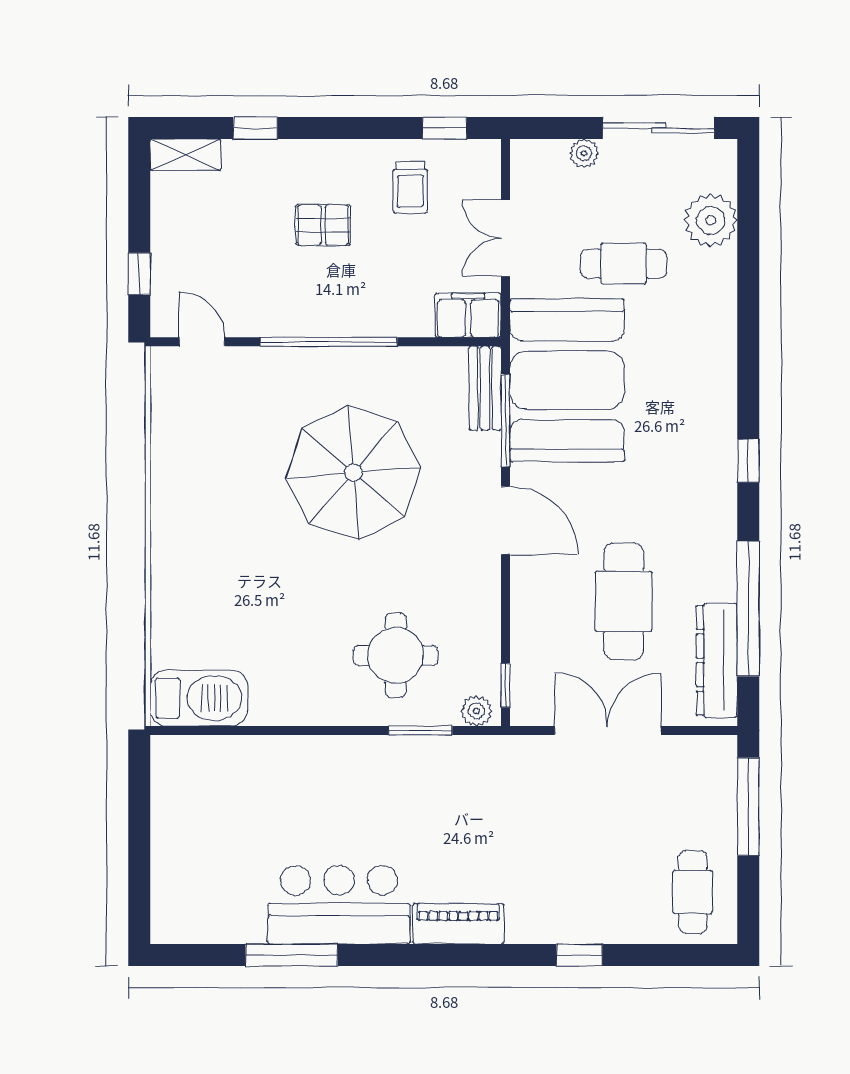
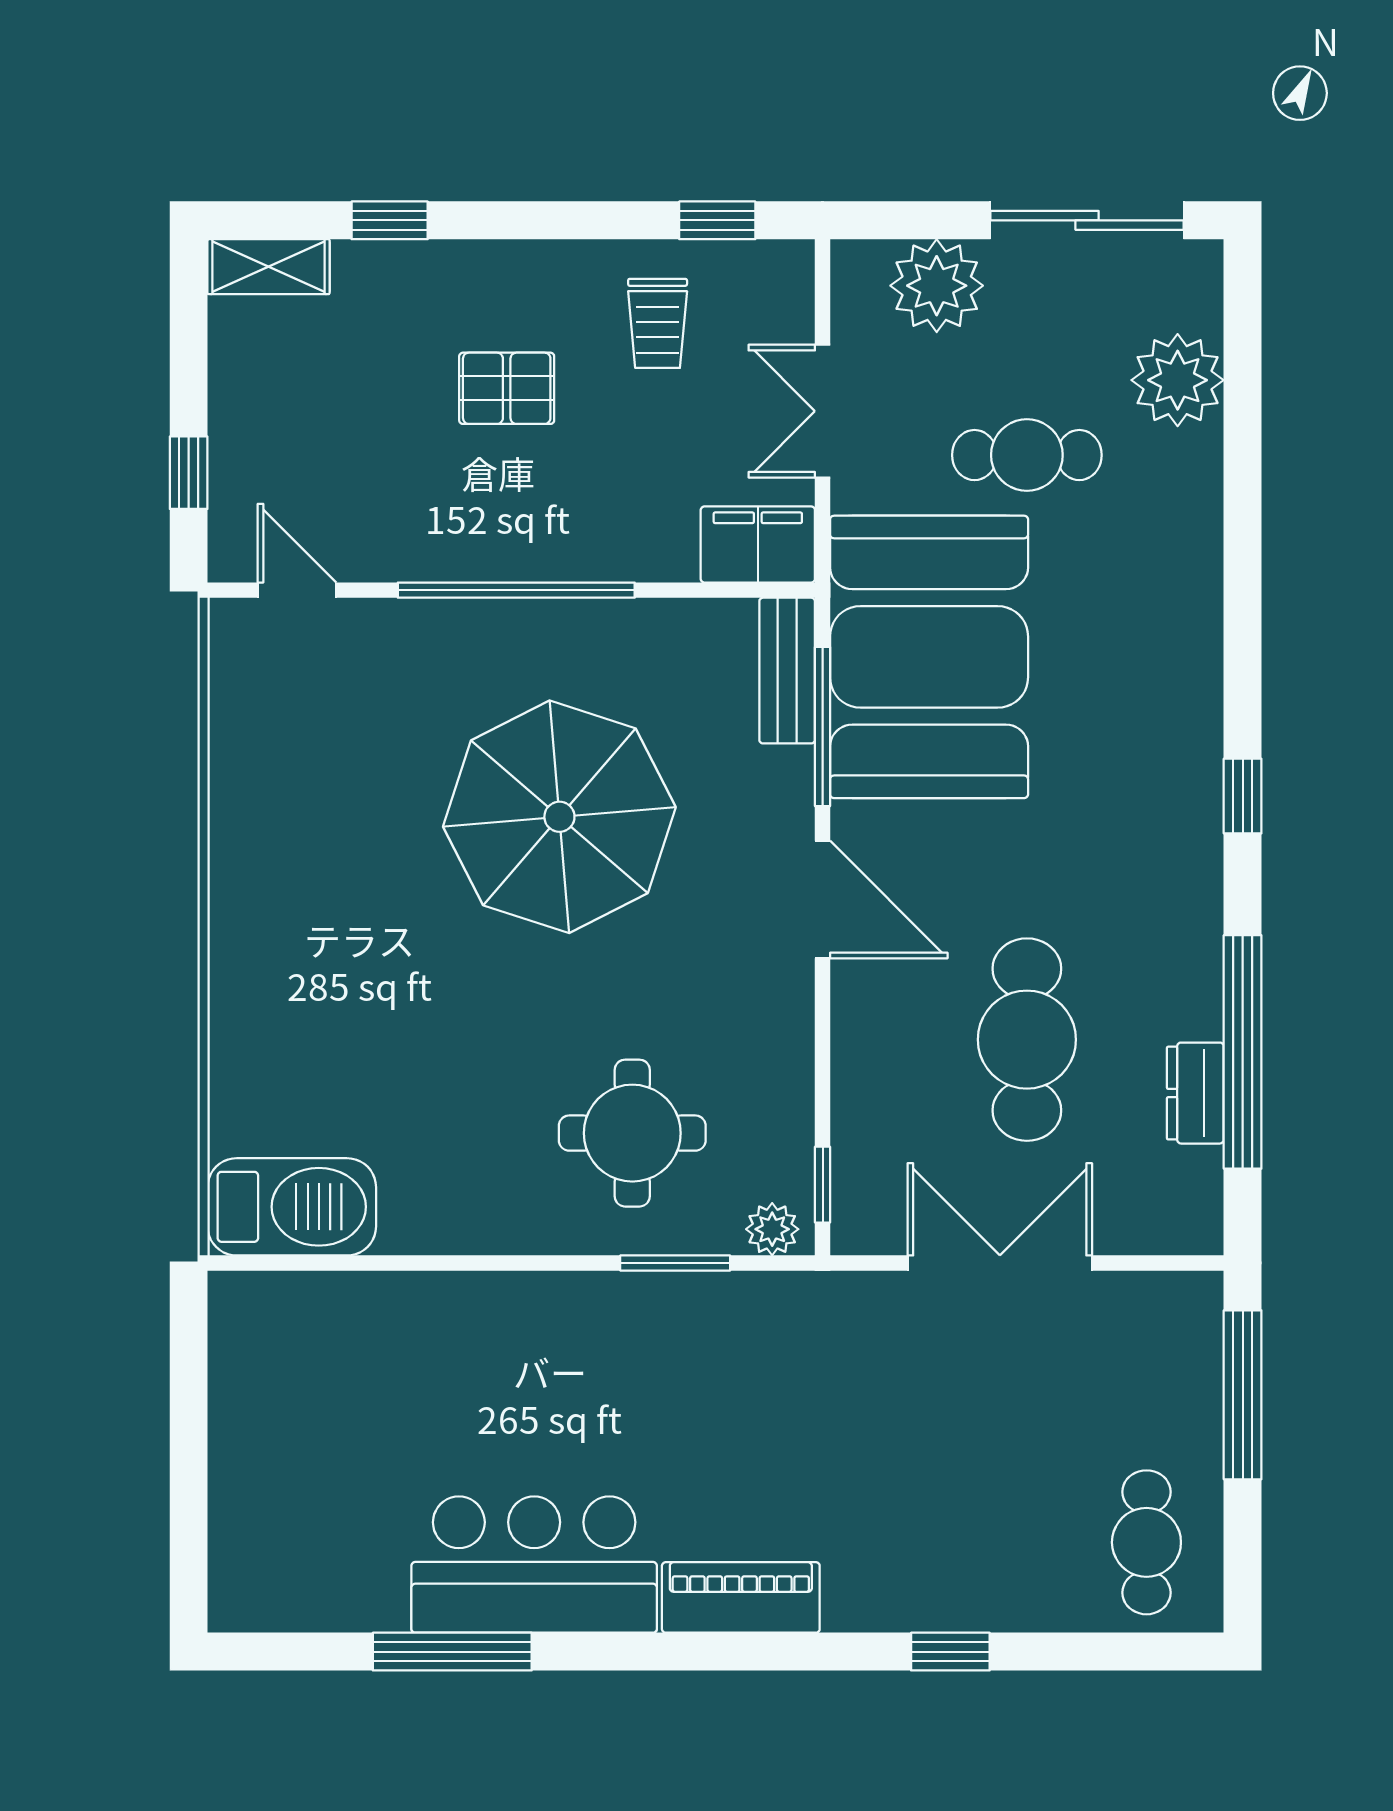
plant: (584, 153) -> (937, 286), width x1.88, depth x1.88
dresser: (717, 660) -> (1195, 1093), width x0.51, depth x0.80

